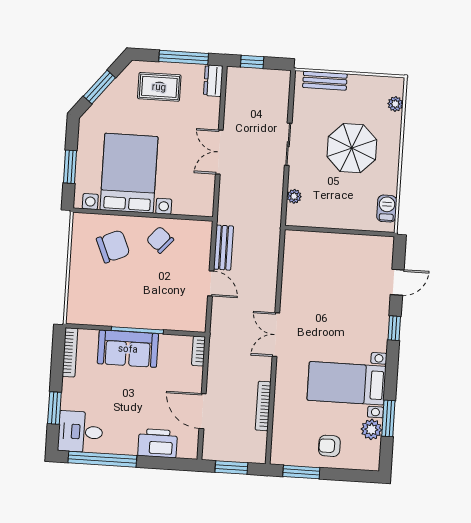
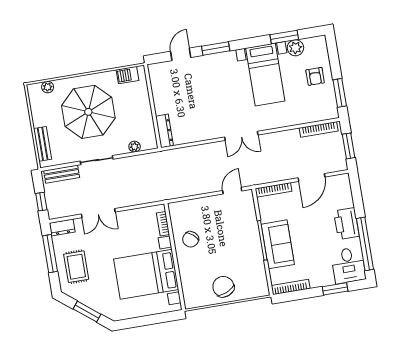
parasol: (352, 148) -> (88, 112), width x1.36, depth x1.36
double door: (219, 152) -> (98, 213), moved
window: (70, 167) -> (152, 320), removed
bookcase: (188, 209) -> (163, 224), added
dresser: (305, 239) -> (165, 131), added
chair: (113, 246) -> (223, 287), moved
bench: (224, 248) -> (62, 174), moved
door: (397, 282) -> (181, 54), hinge flipped
door: (211, 283) -> (232, 191), moved
window: (394, 328) -> (216, 49), width x1.50
bookcase: (199, 351) -> (273, 190), width x1.56
bookcase: (263, 406) -> (319, 129), moved
printer: (158, 443) -> (346, 224), moved

